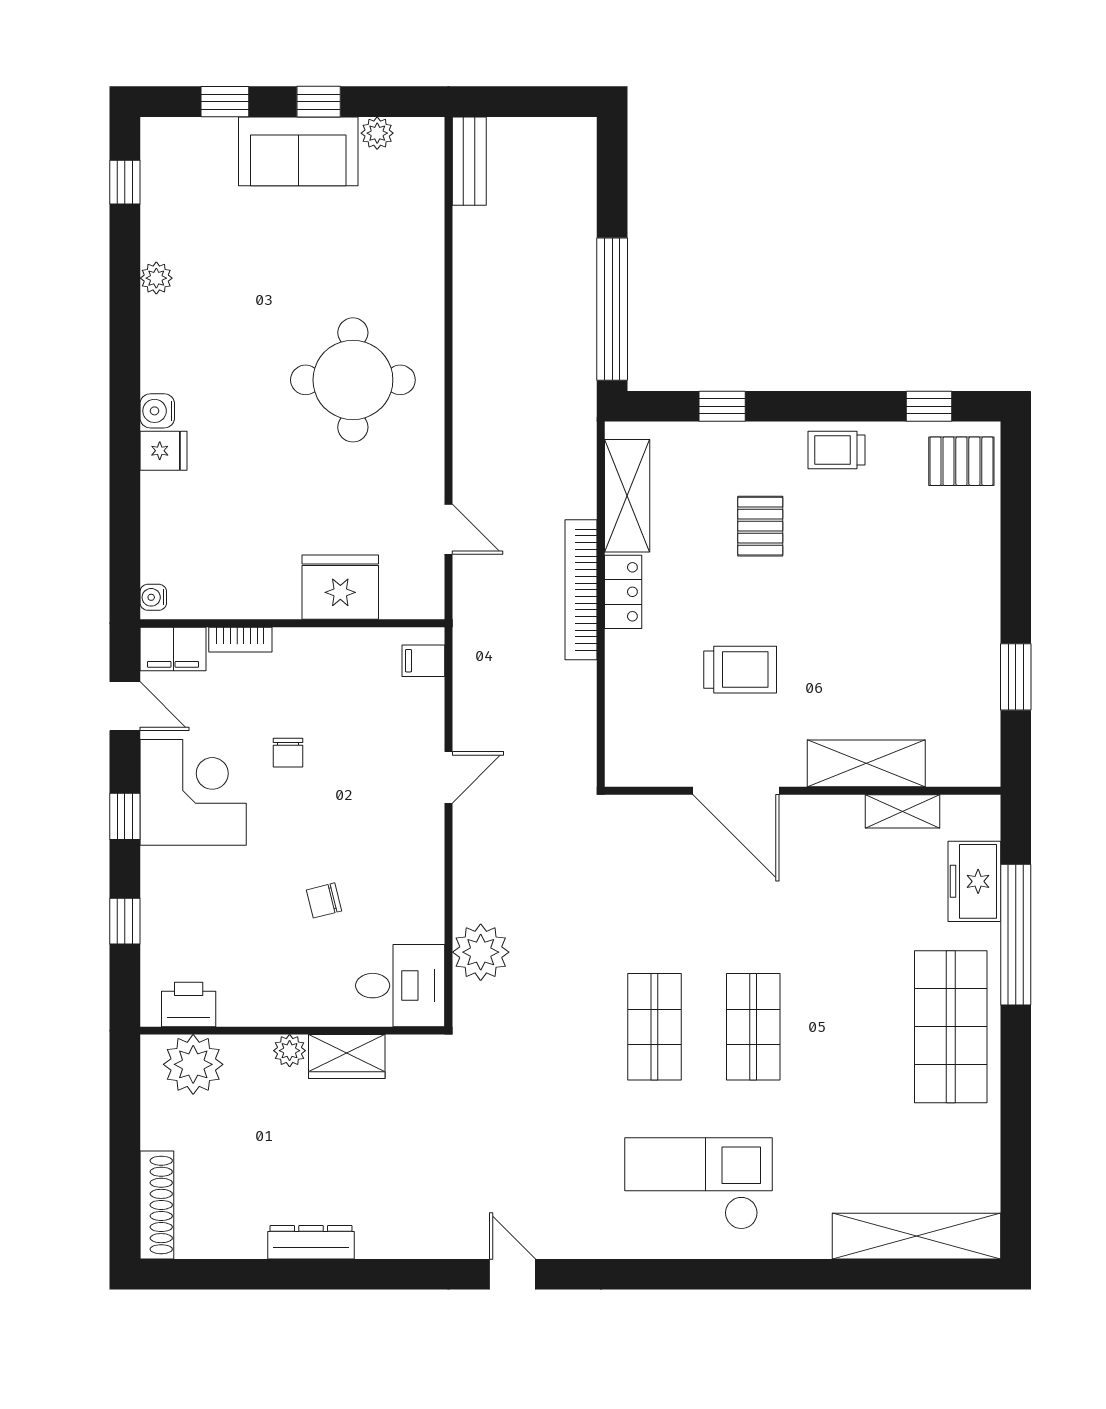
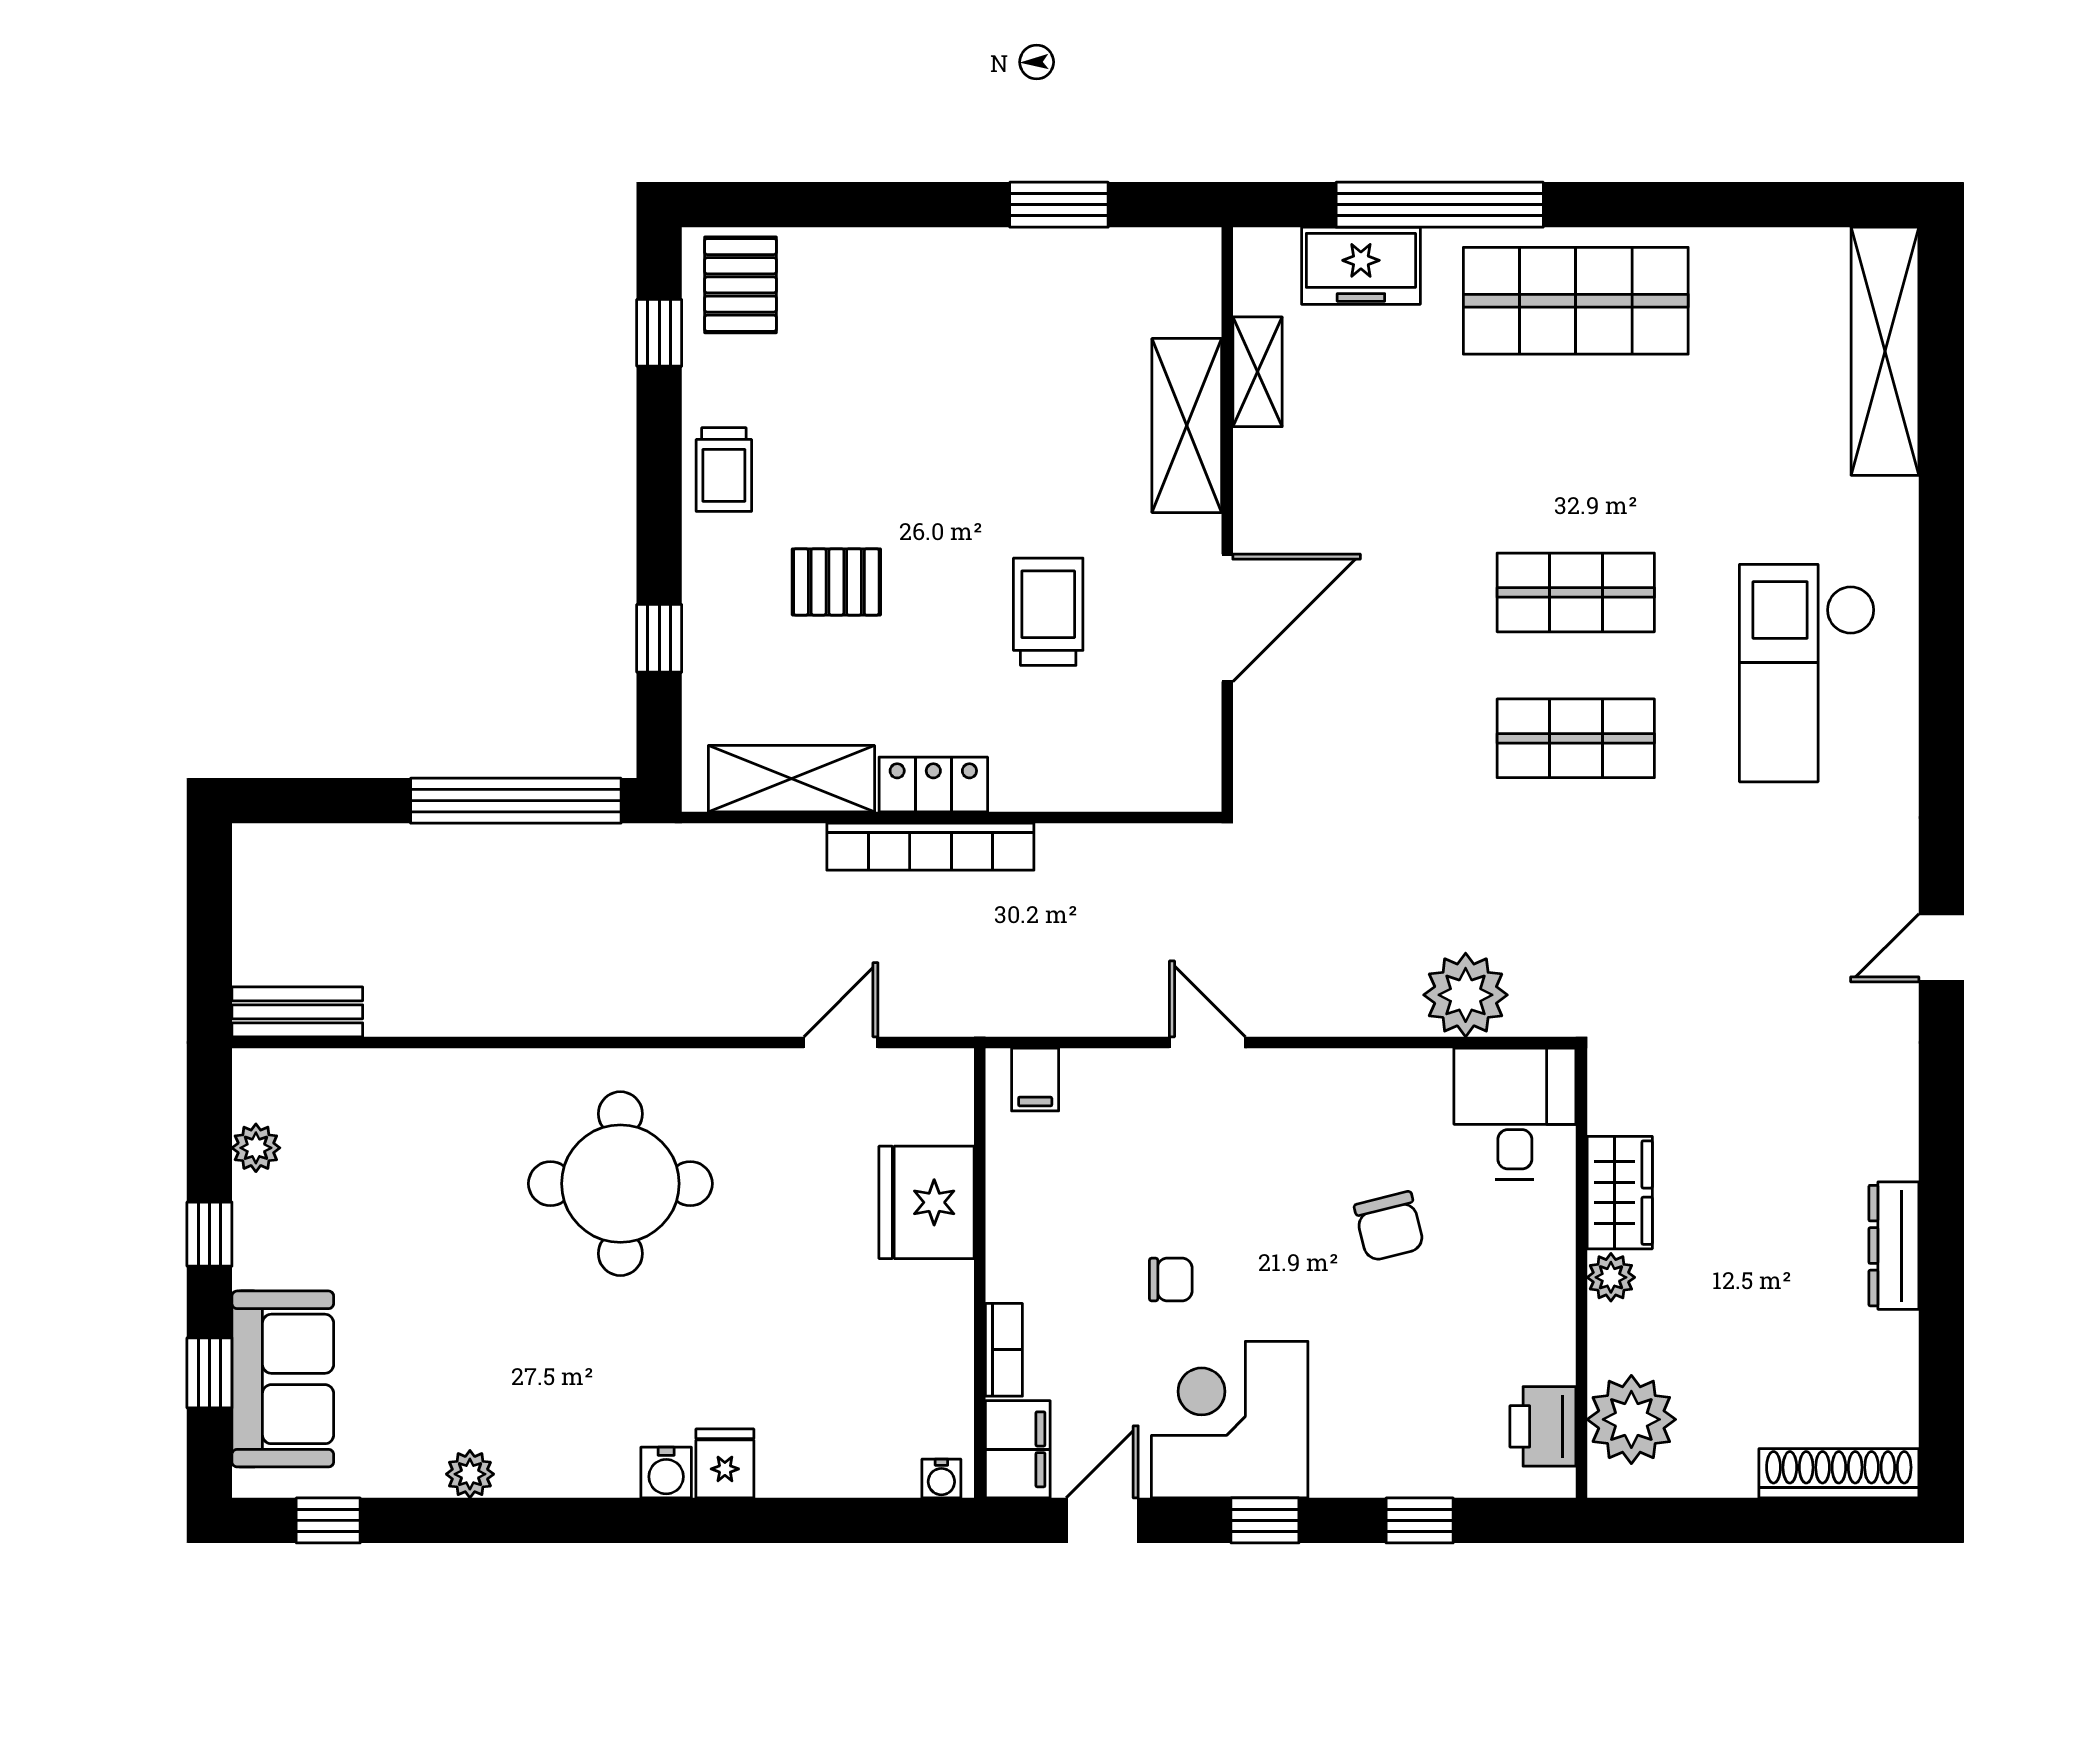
sofa: (298, 151) -> (283, 1379), moved
chair: (324, 900) -> (1389, 1226), width x1.37, depth x1.37

